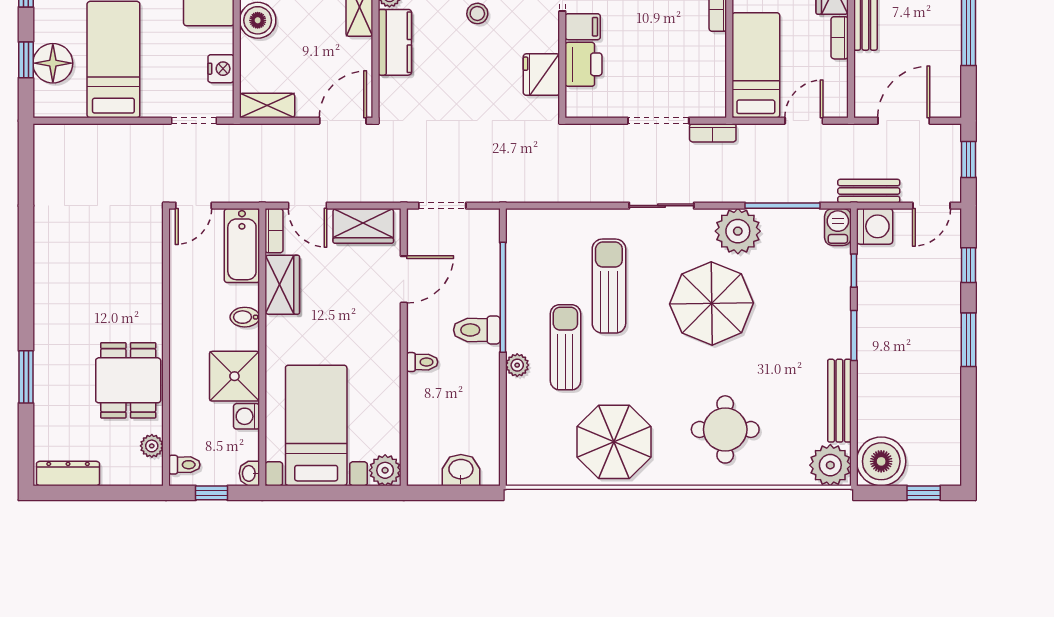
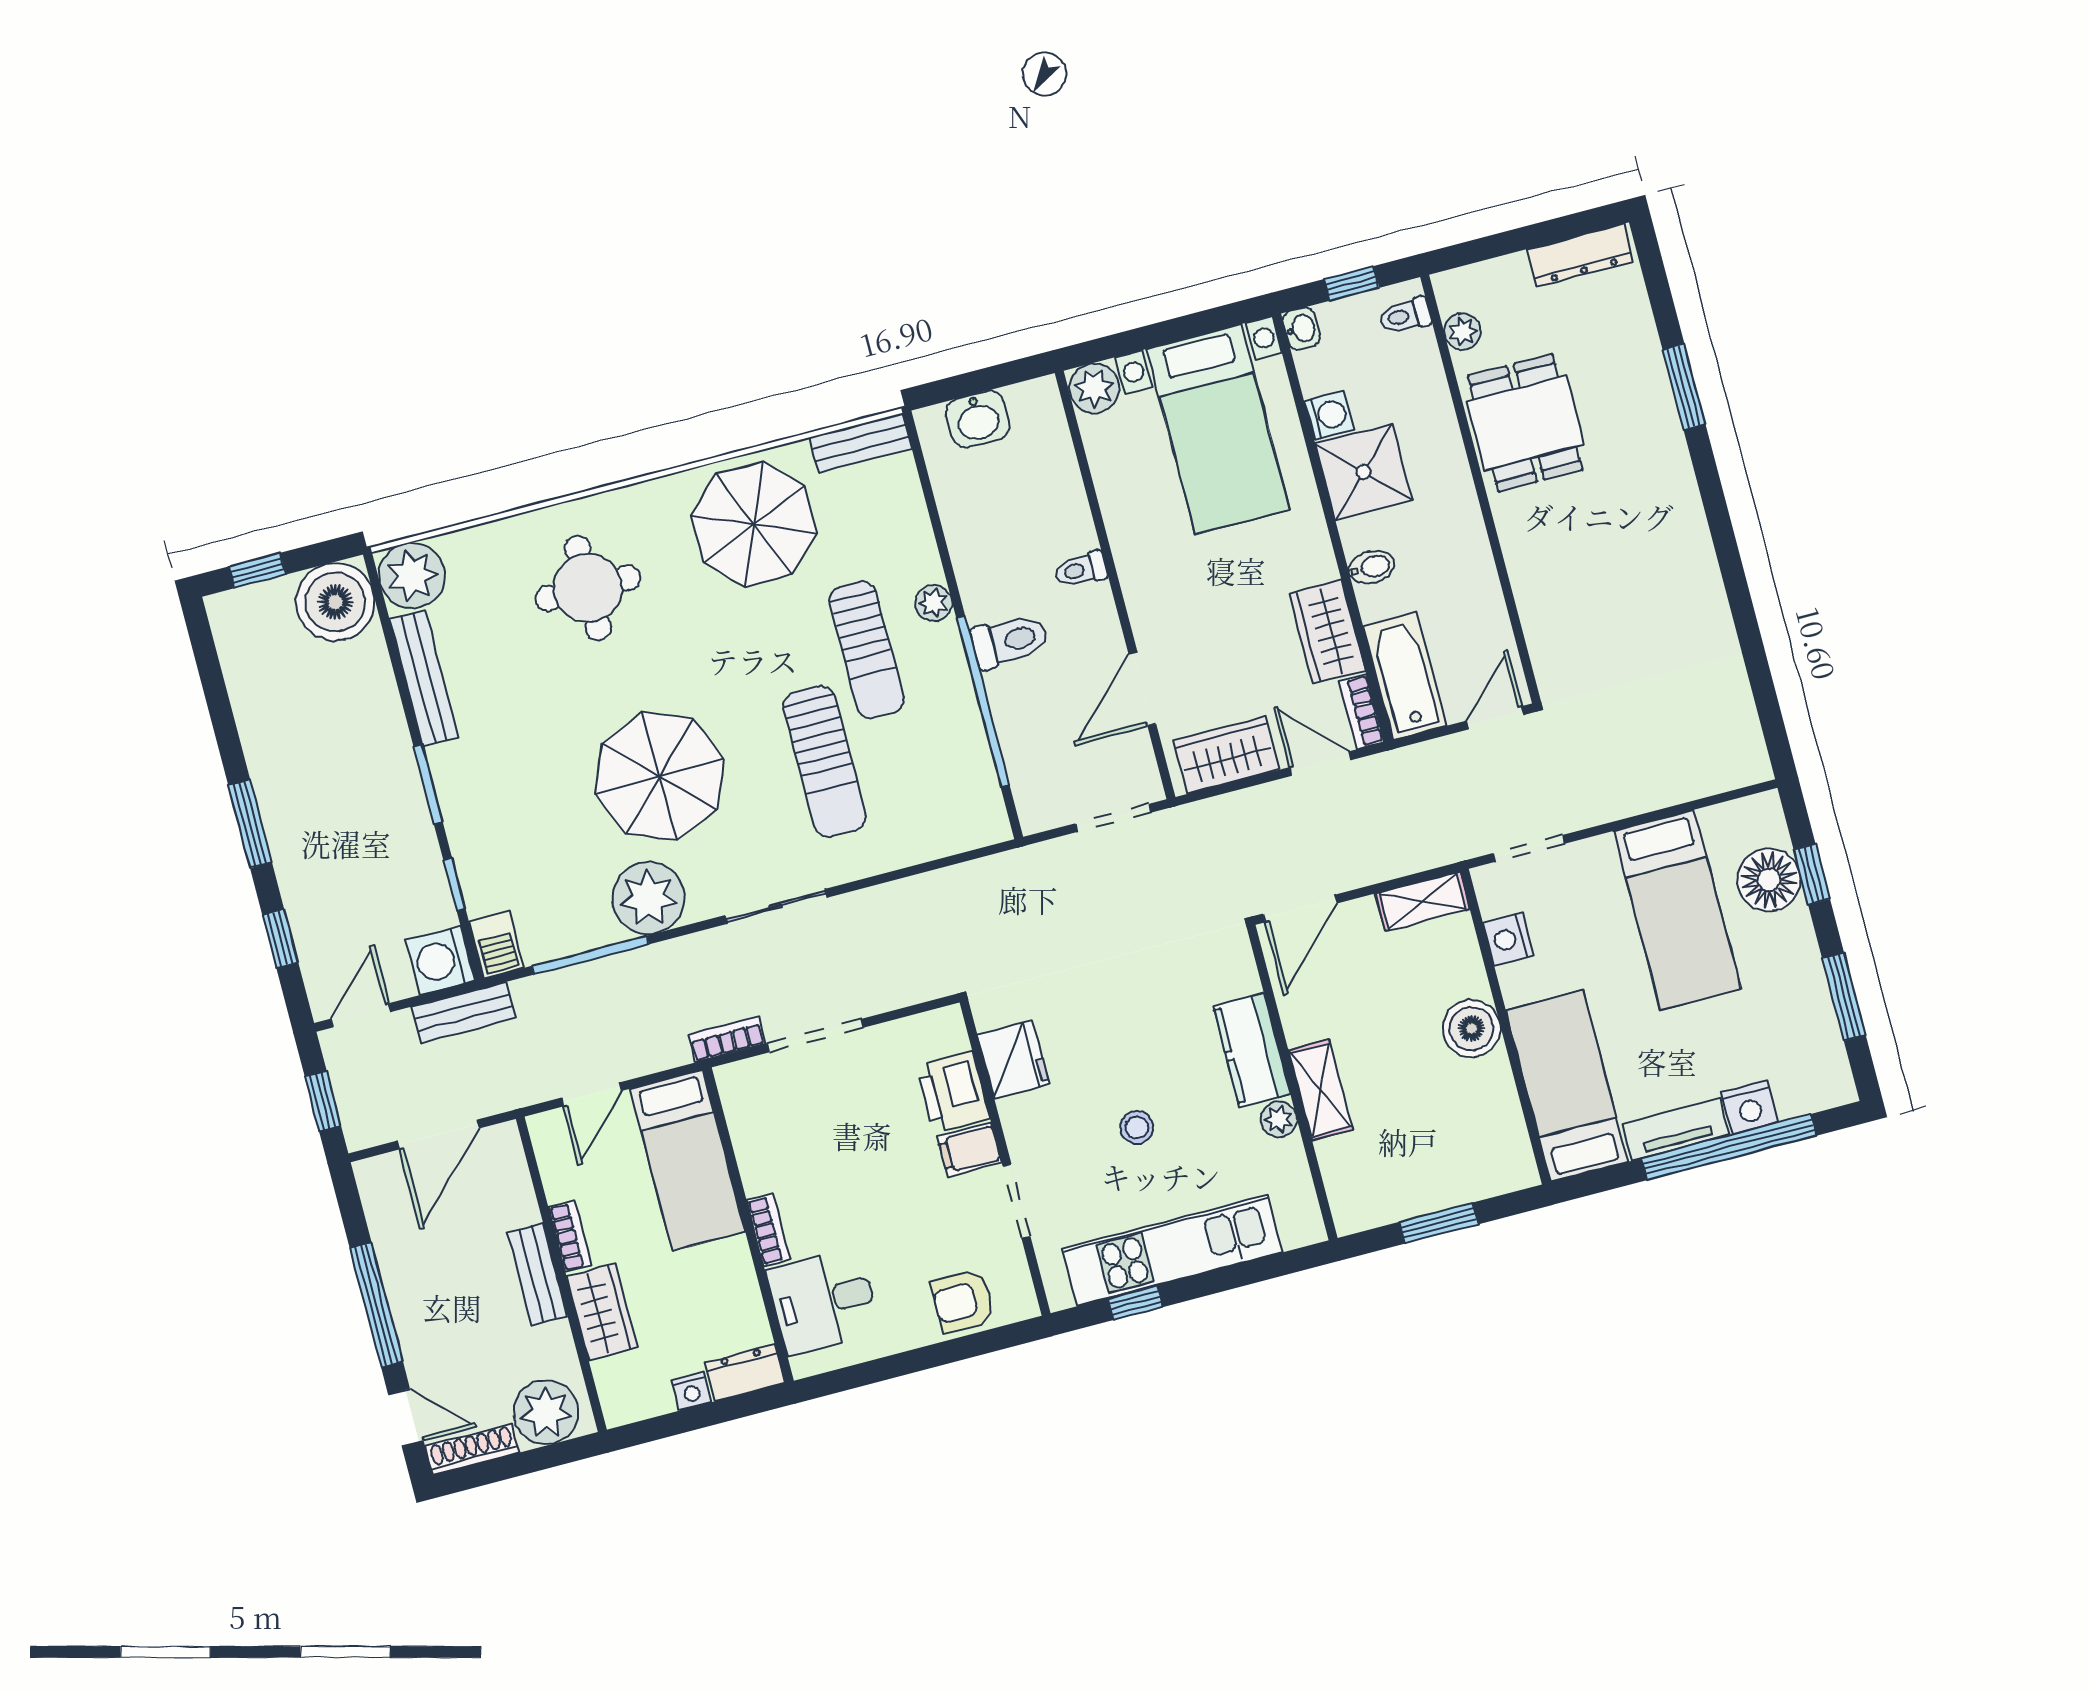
bench: (536, 474) -> (860, 443), added

